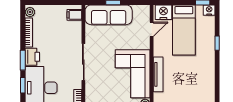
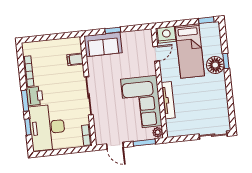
nightstand: (209, 10) -> (214, 27), removed
plant: (30, 12) -> (27, 50), removed
filing cabinet: (74, 15) -> (75, 59), moved
sofa: (109, 15) -> (103, 44), width x0.73
floor lamp: (207, 46) -> (215, 65), added

